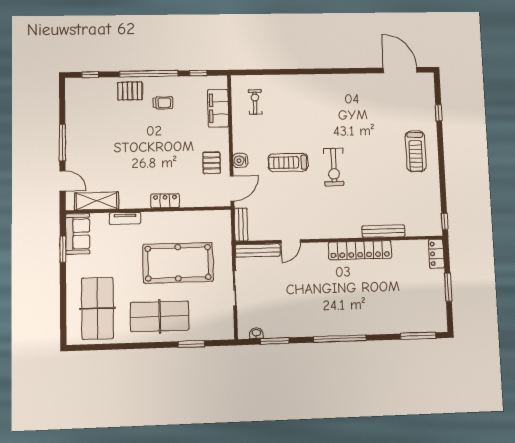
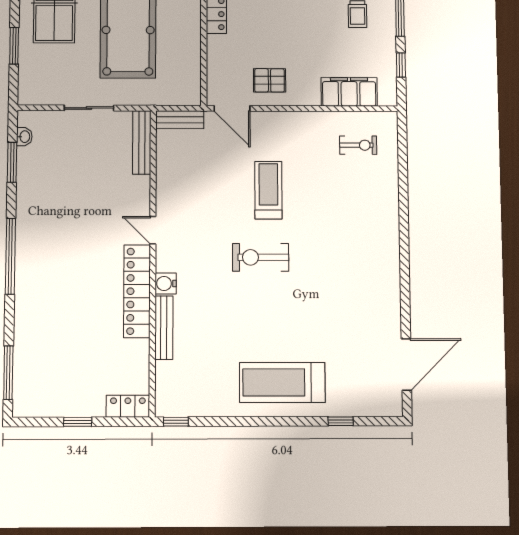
treadmill: (416, 151) -> (282, 382), width x1.37, depth x1.38
water cooler: (240, 161) -> (166, 283), moved, turned -90
door: (291, 241) -> (153, 230), moved
window: (448, 287) -> (78, 422), width x0.67

